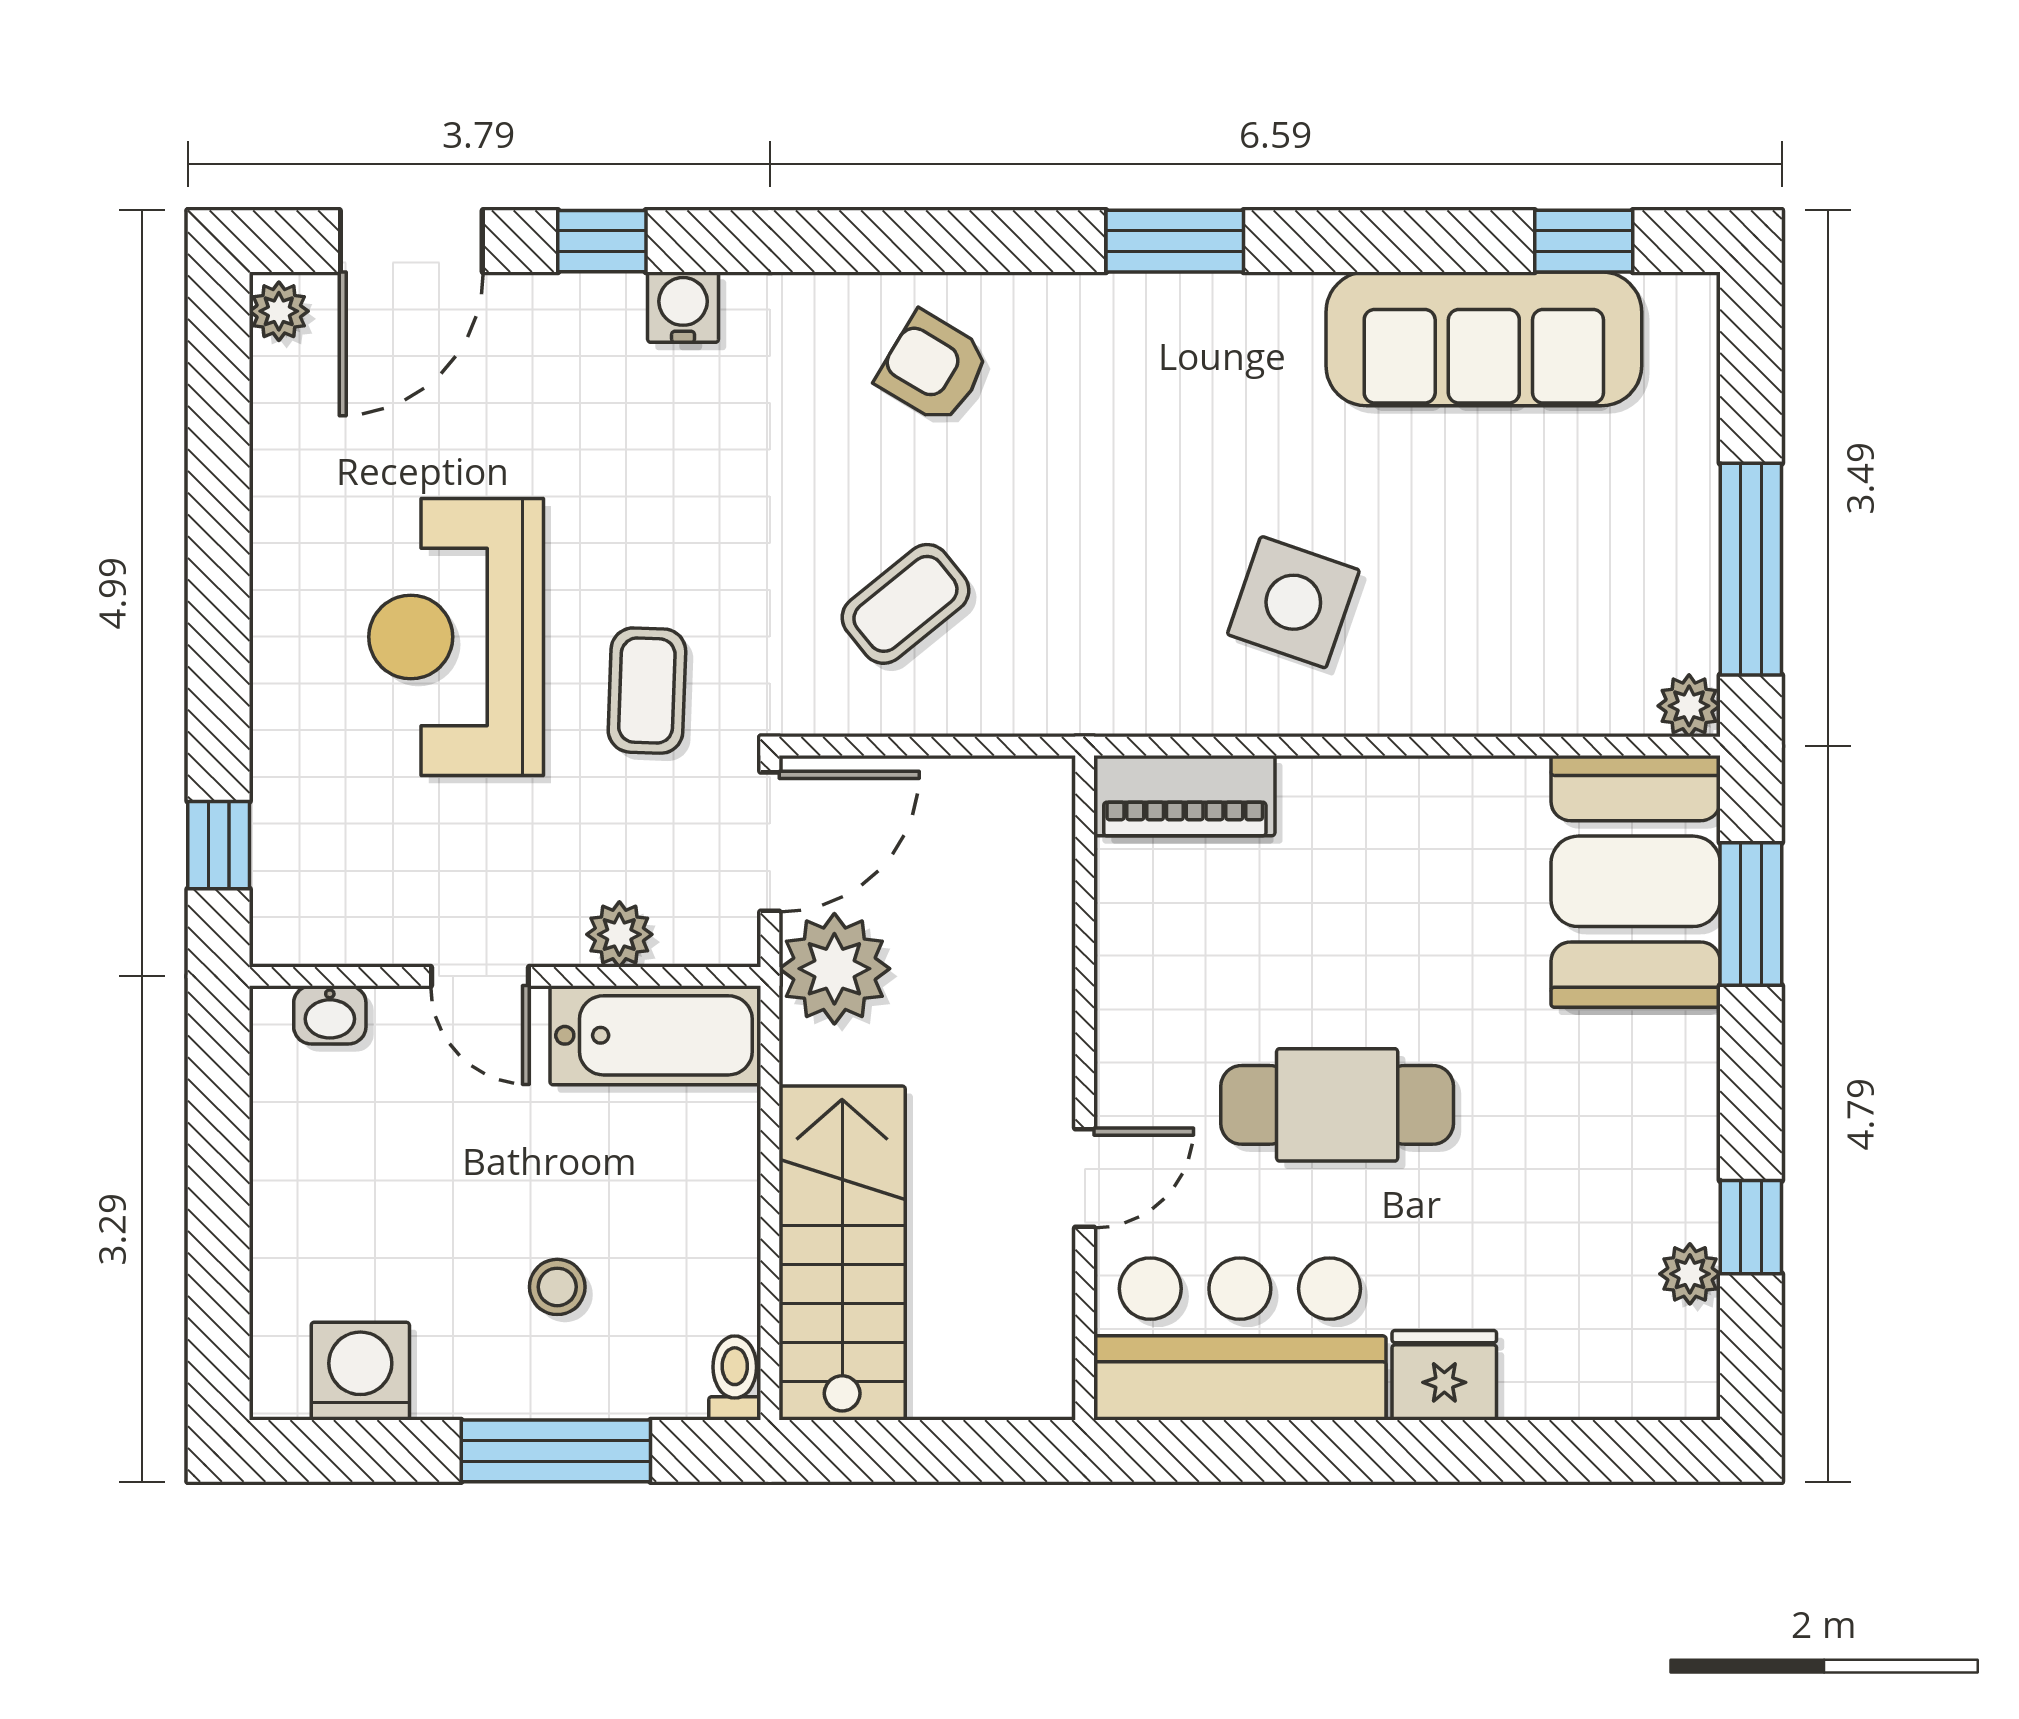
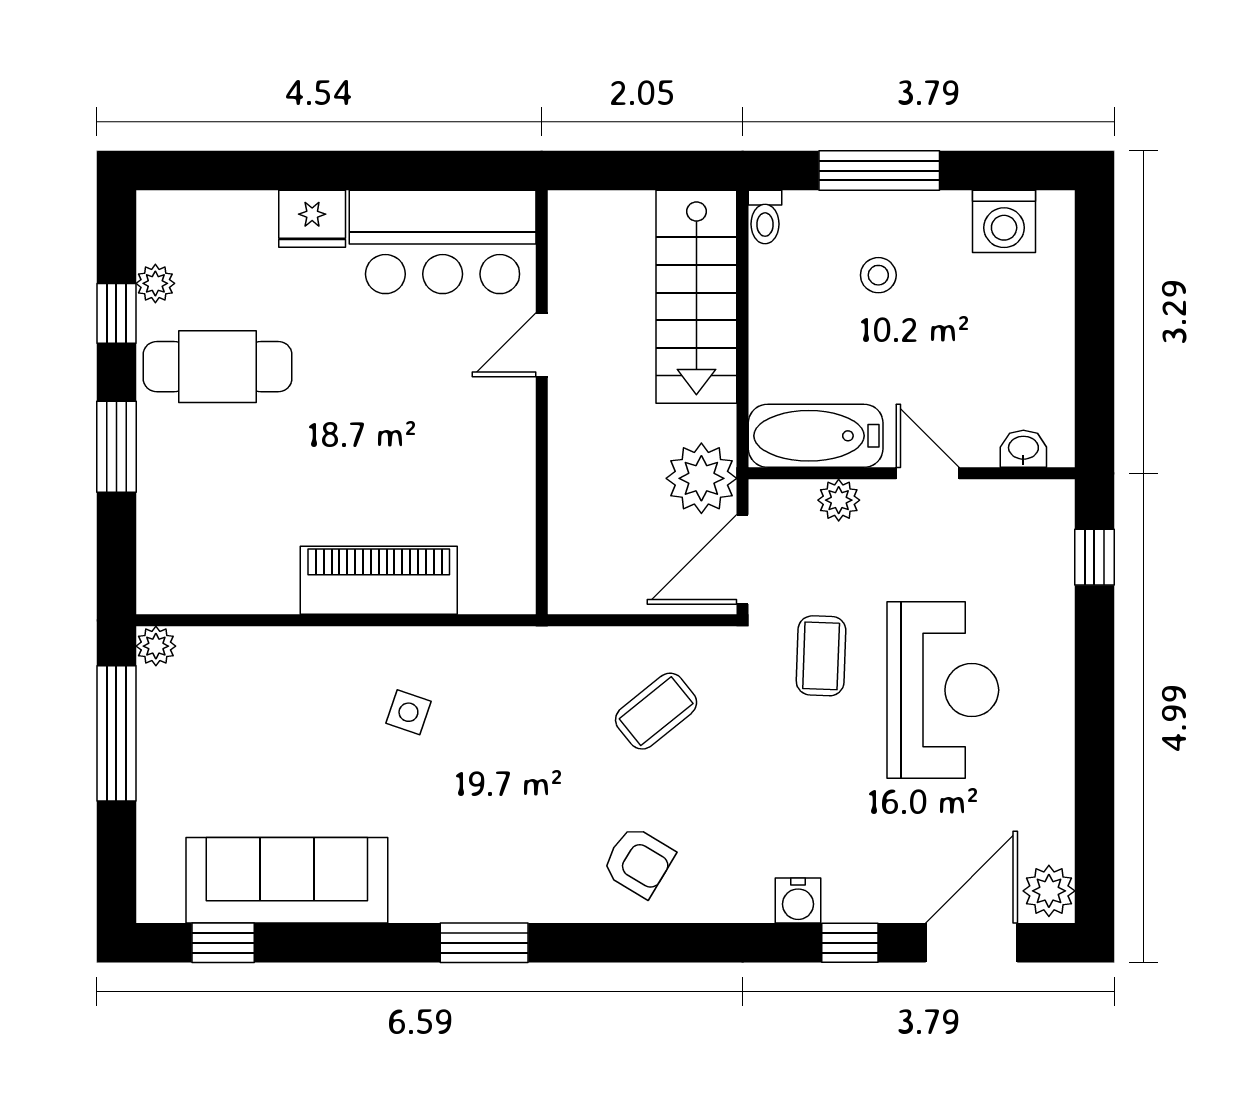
plant: (279, 311) -> (1049, 891), width x1.38, depth x1.38
side table: (1293, 602) -> (408, 712), width x0.54, depth x0.54
piano: (1185, 796) -> (379, 580), moved, width x1.37, depth x1.33
booth: (1636, 881) -> (190, 534), removed
window: (1751, 914) -> (116, 447), moved
cafe table: (1337, 1105) -> (218, 367), moved

